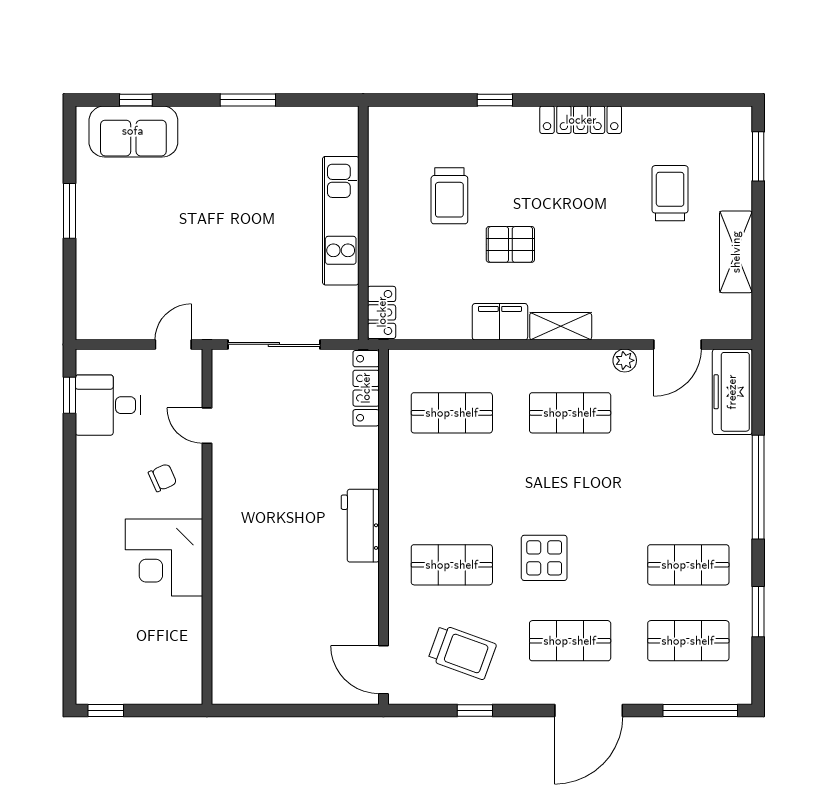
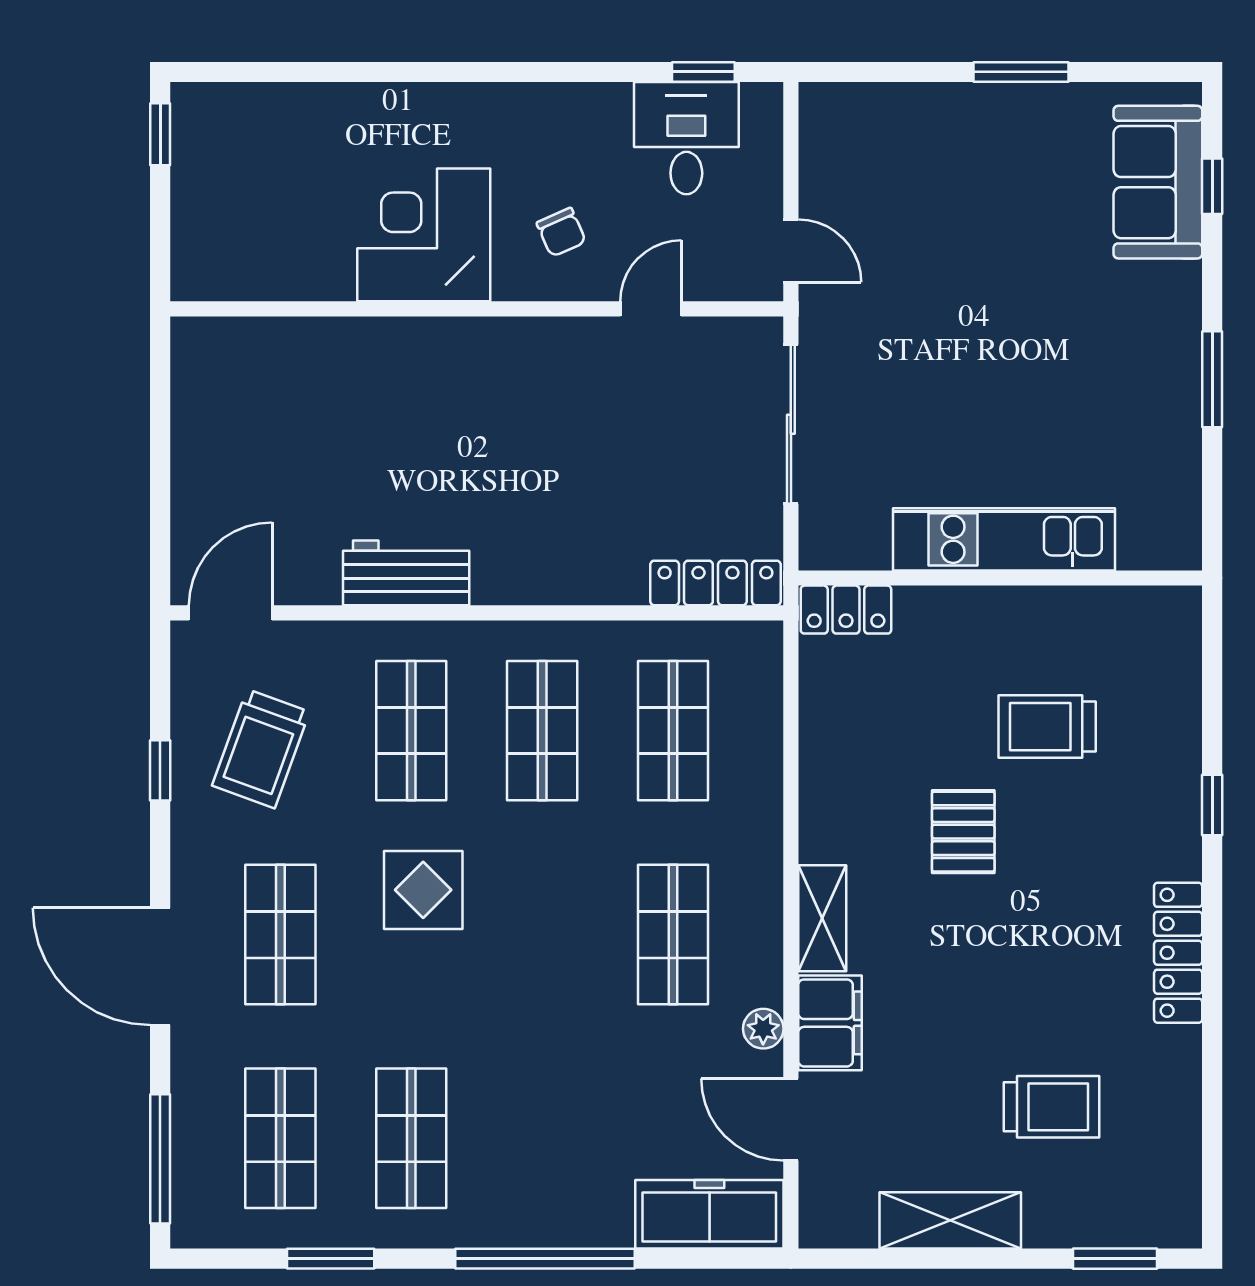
filing cabinet: (500, 322) -> (830, 1023), moved
shop shelf: (452, 489) -> (542, 731), added
workbench: (360, 526) -> (406, 573), moved

